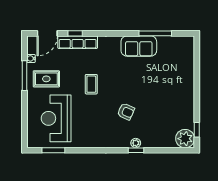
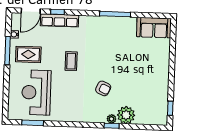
window: (155, 33) -> (115, 14), moved
sofa: (139, 46) -> (154, 28), moved
plant: (185, 139) -> (126, 115), moved

